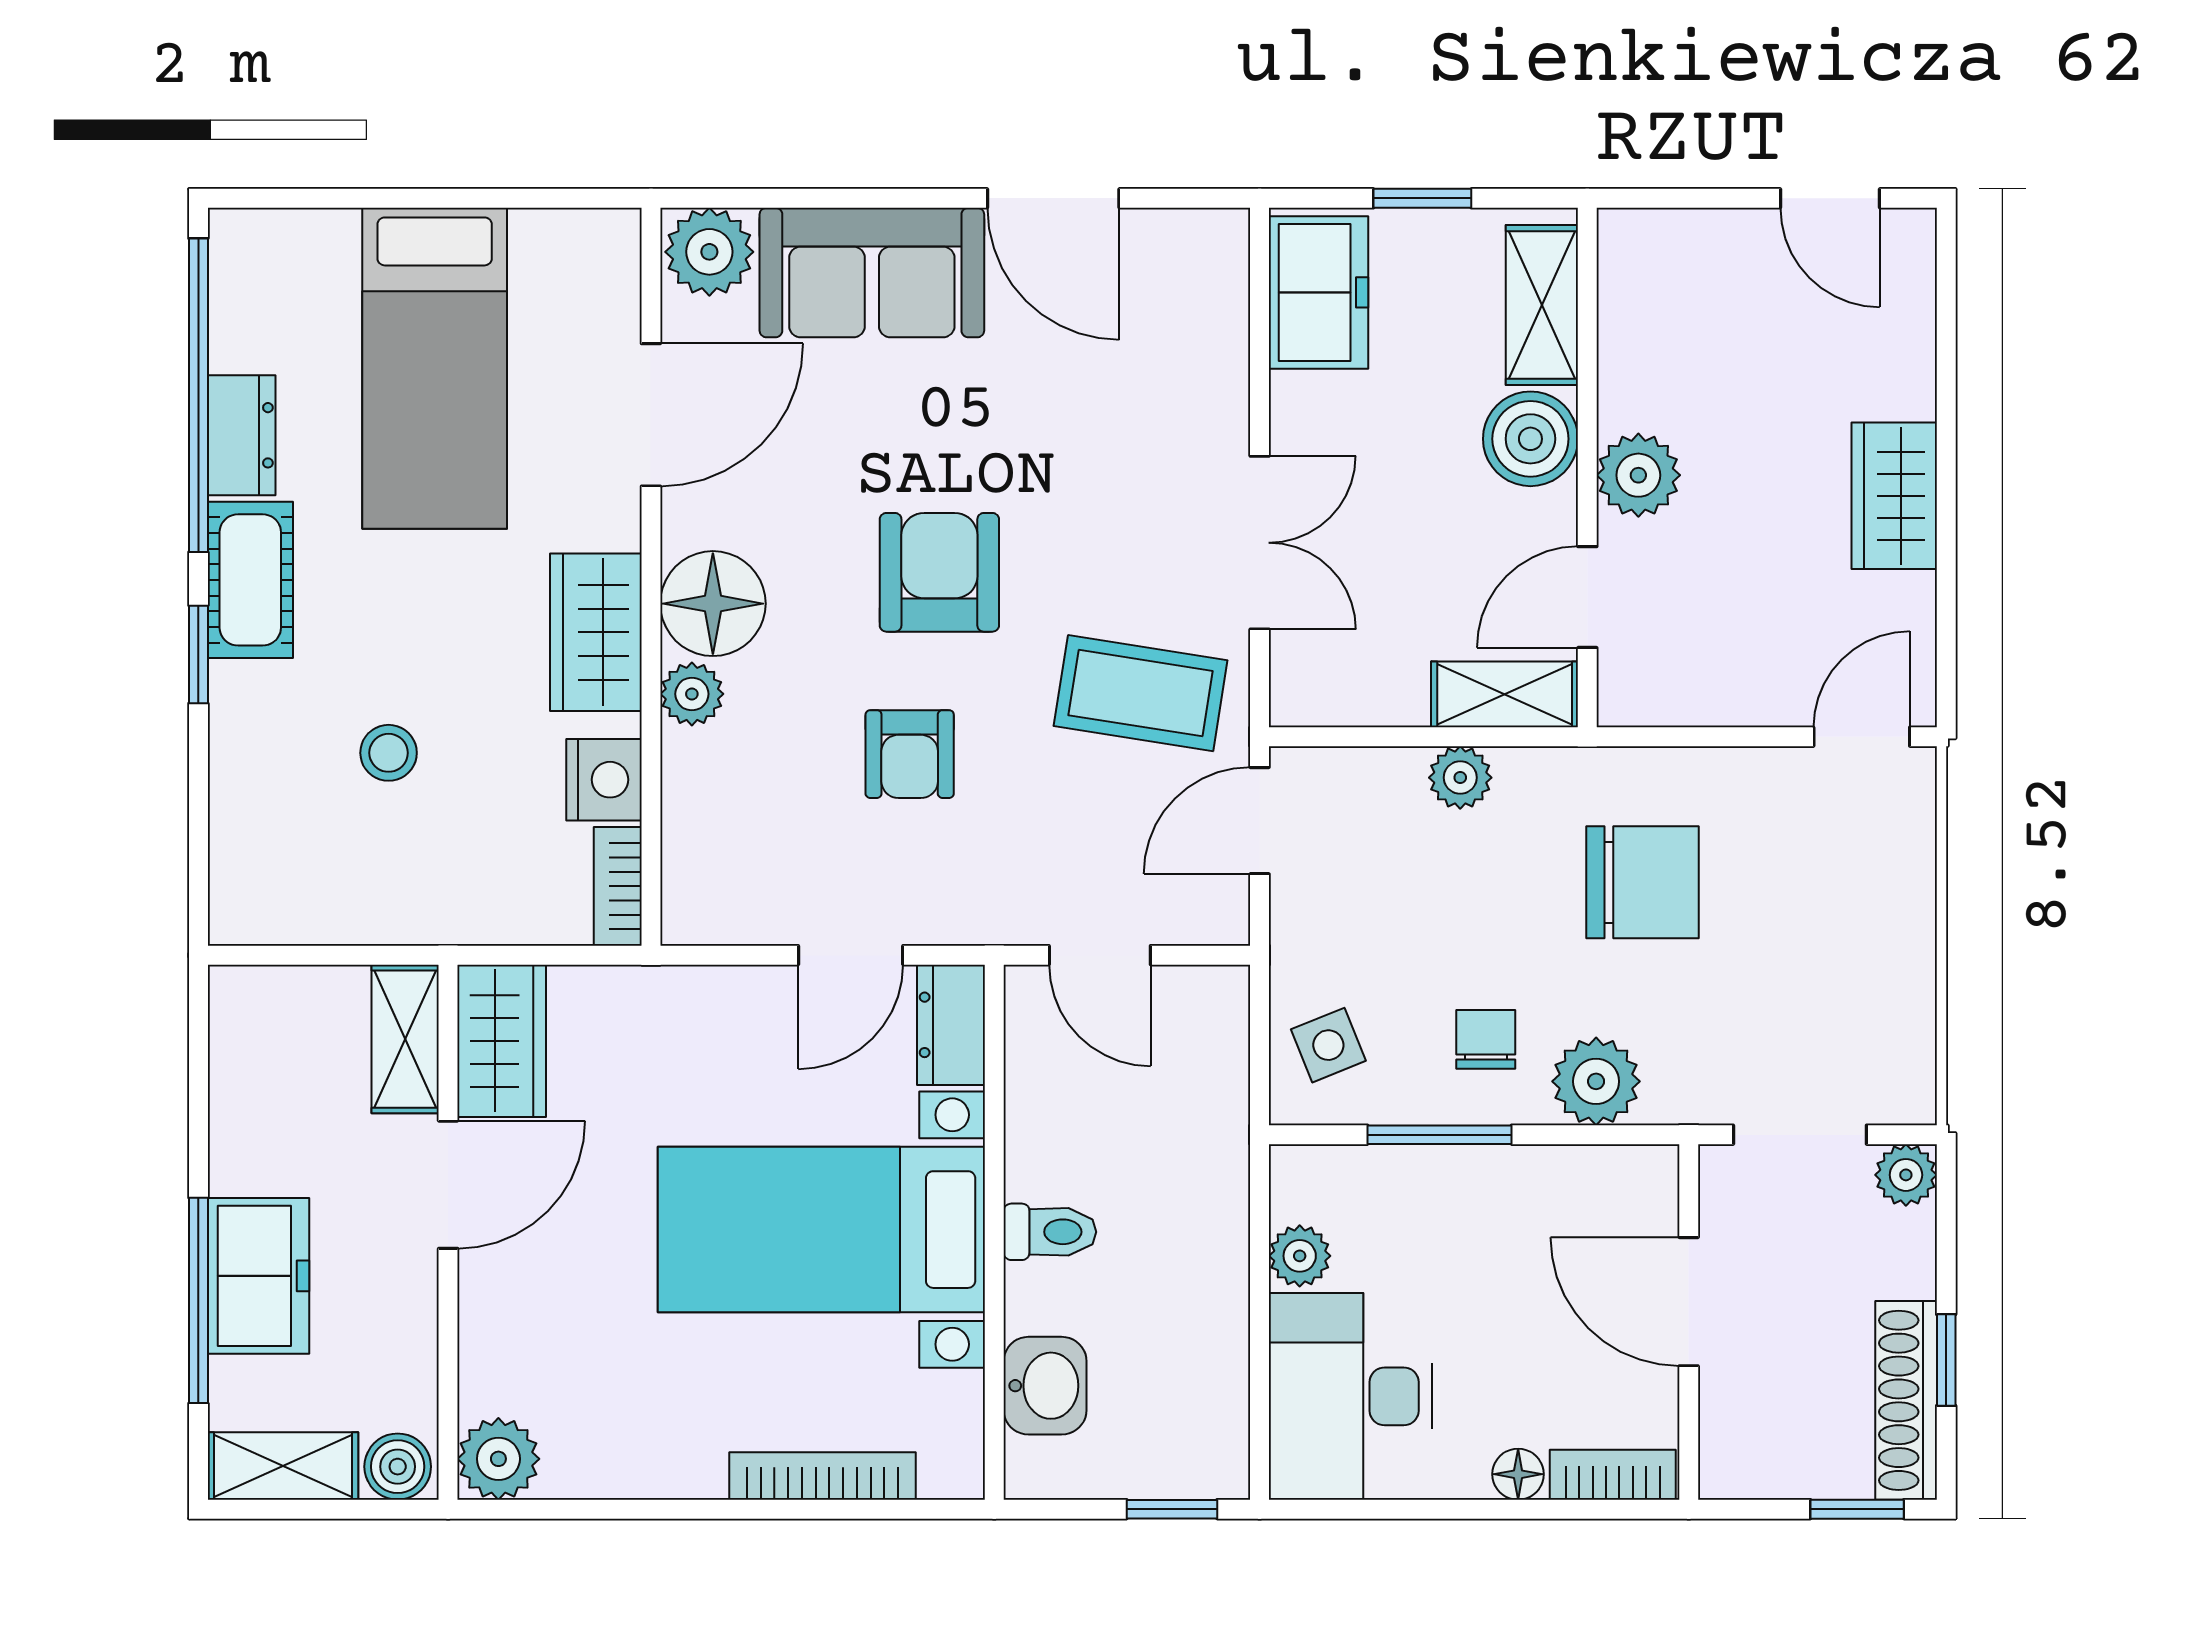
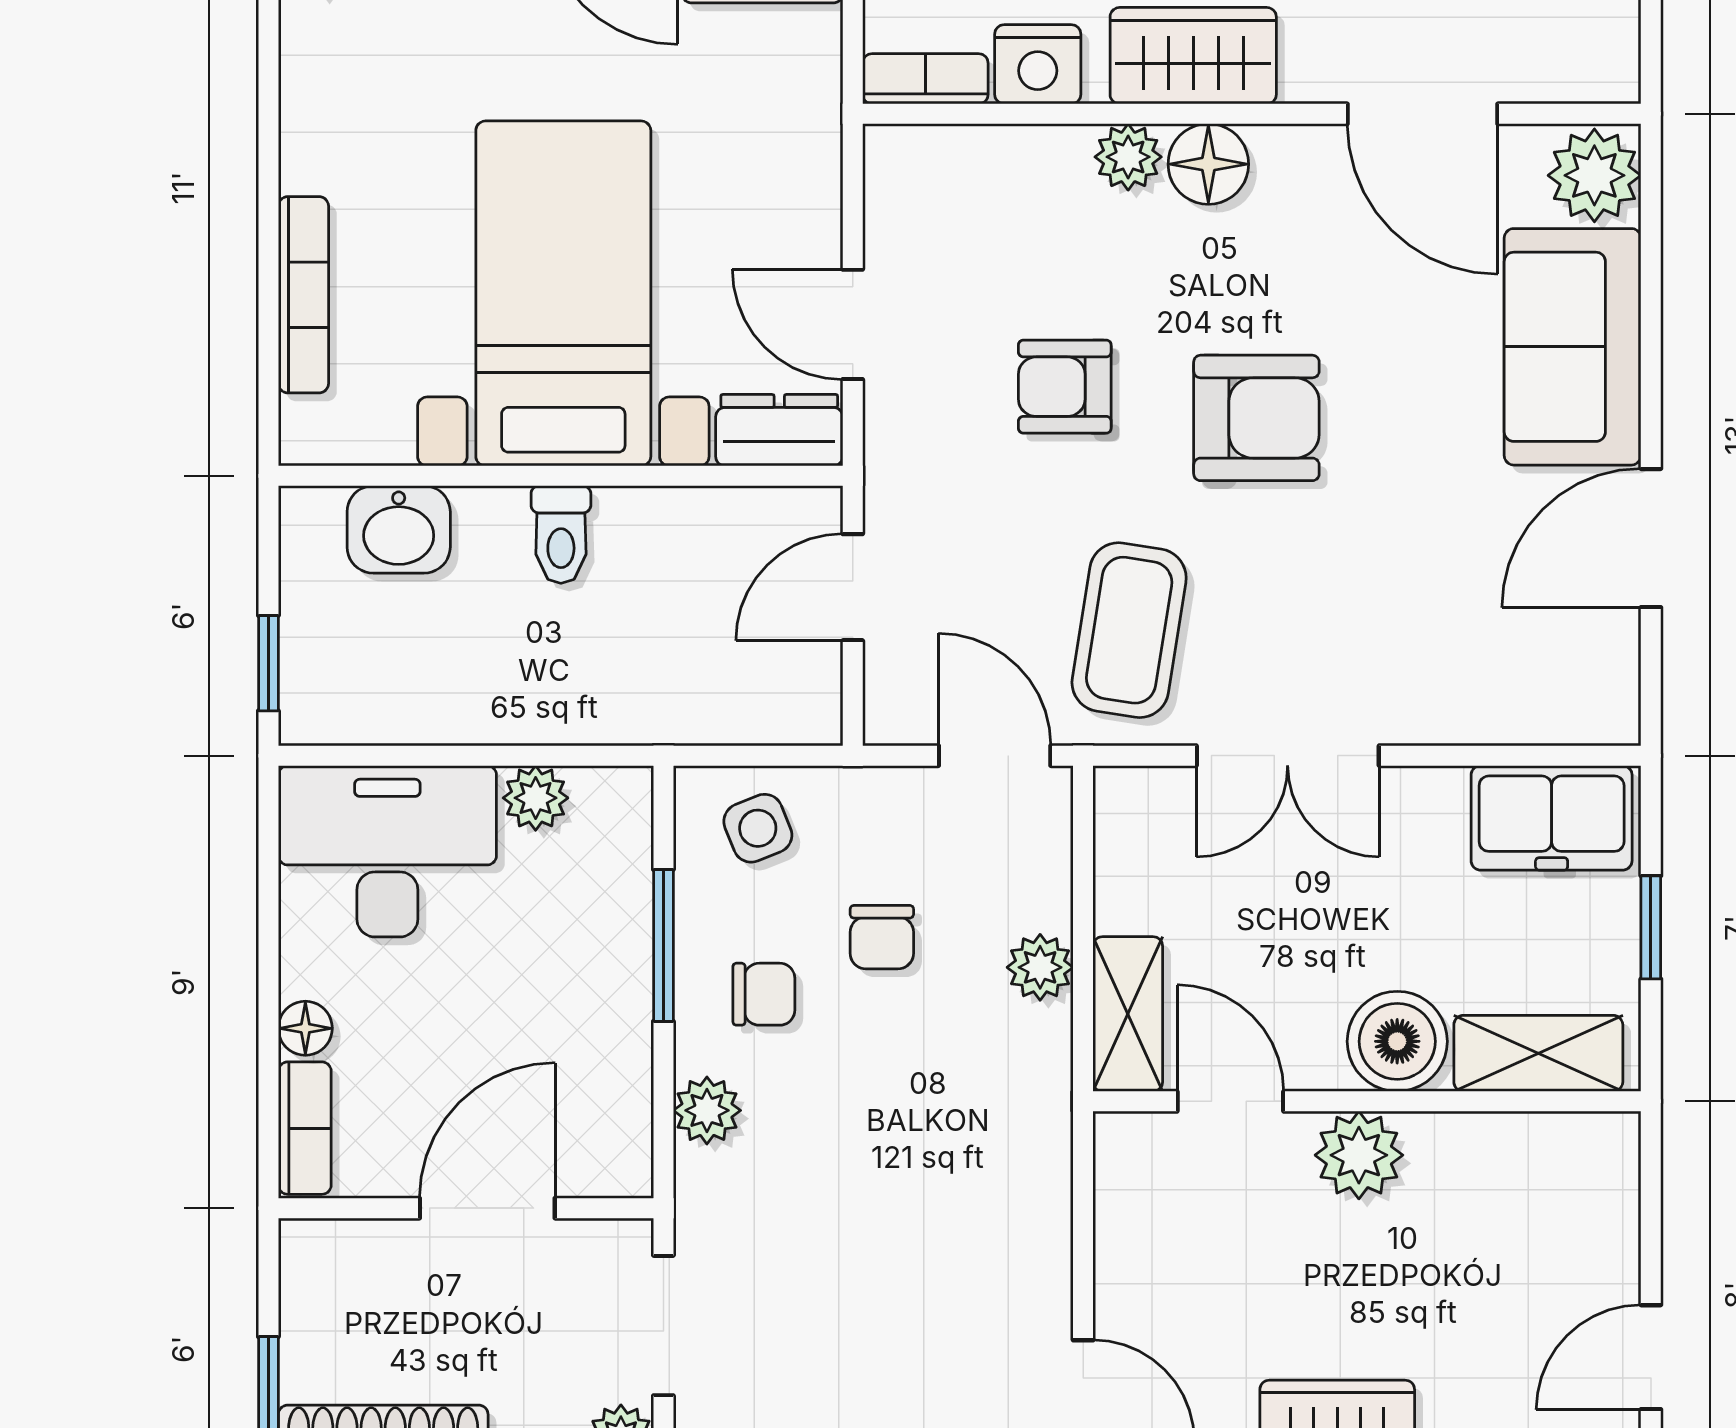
floor lamp: (713, 604) -> (1208, 164), width x0.73, depth x0.73
chair: (1643, 882) -> (882, 937), moved, width x0.54, depth x0.54
plant: (1596, 1081) -> (707, 1110), width x0.73, depth x0.73

